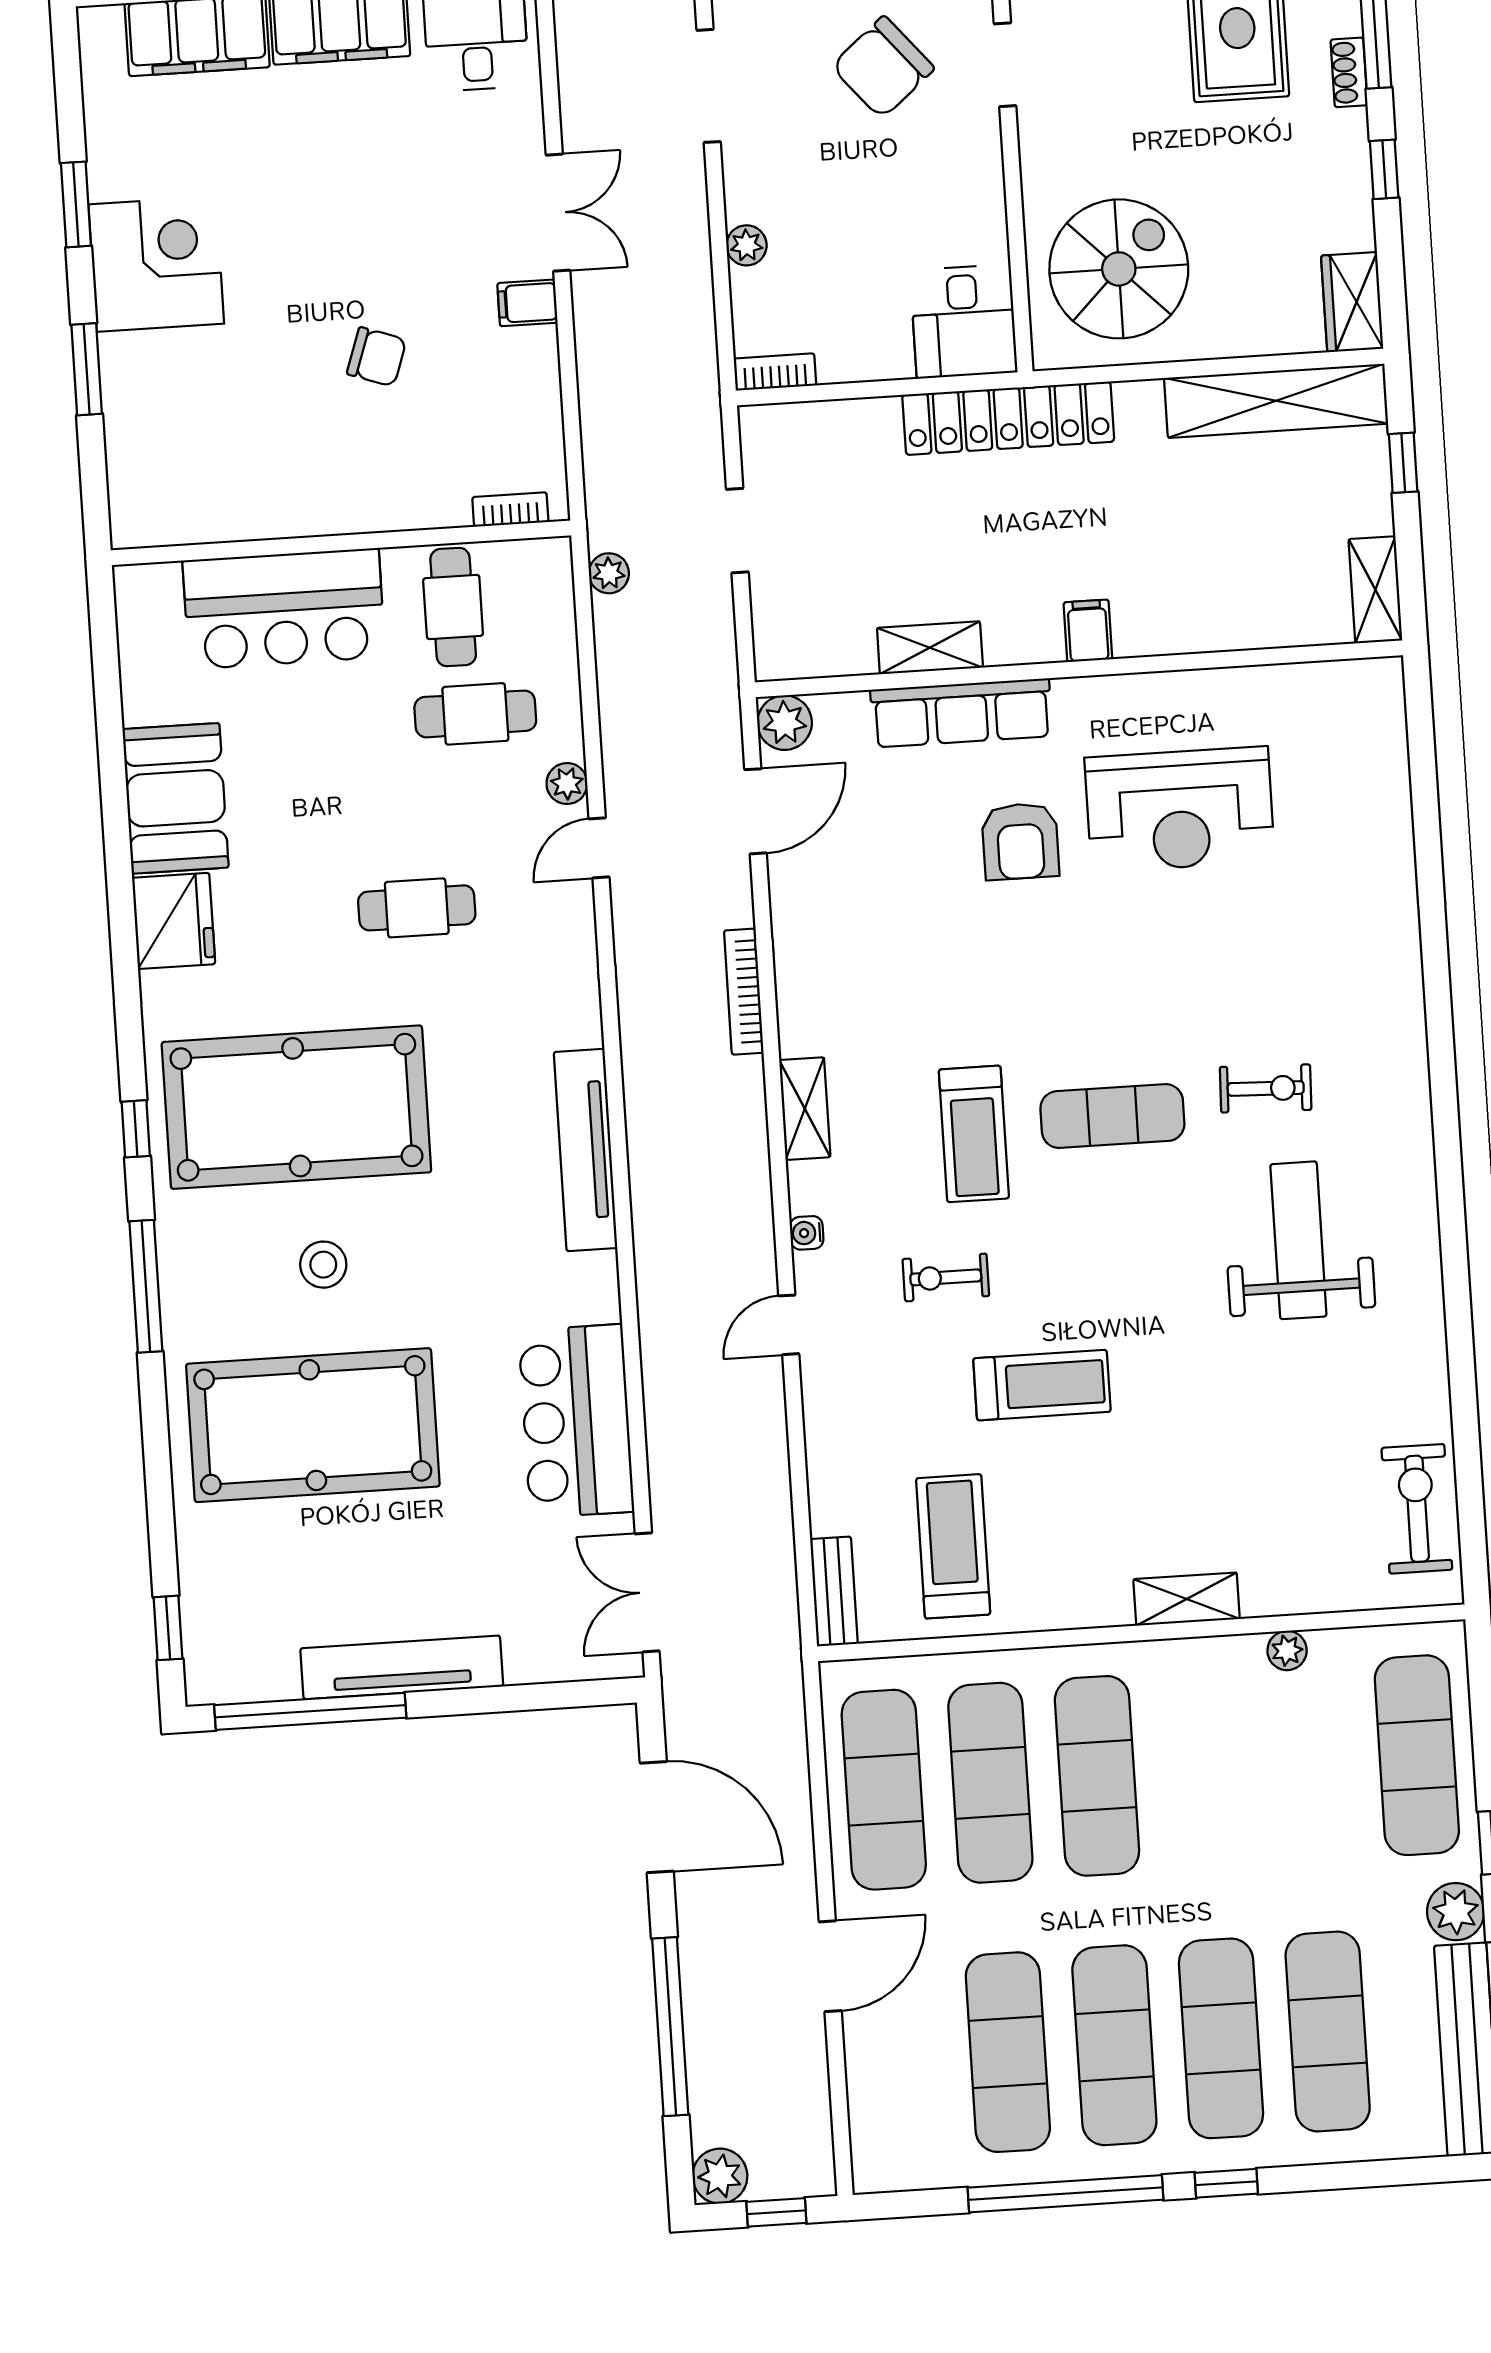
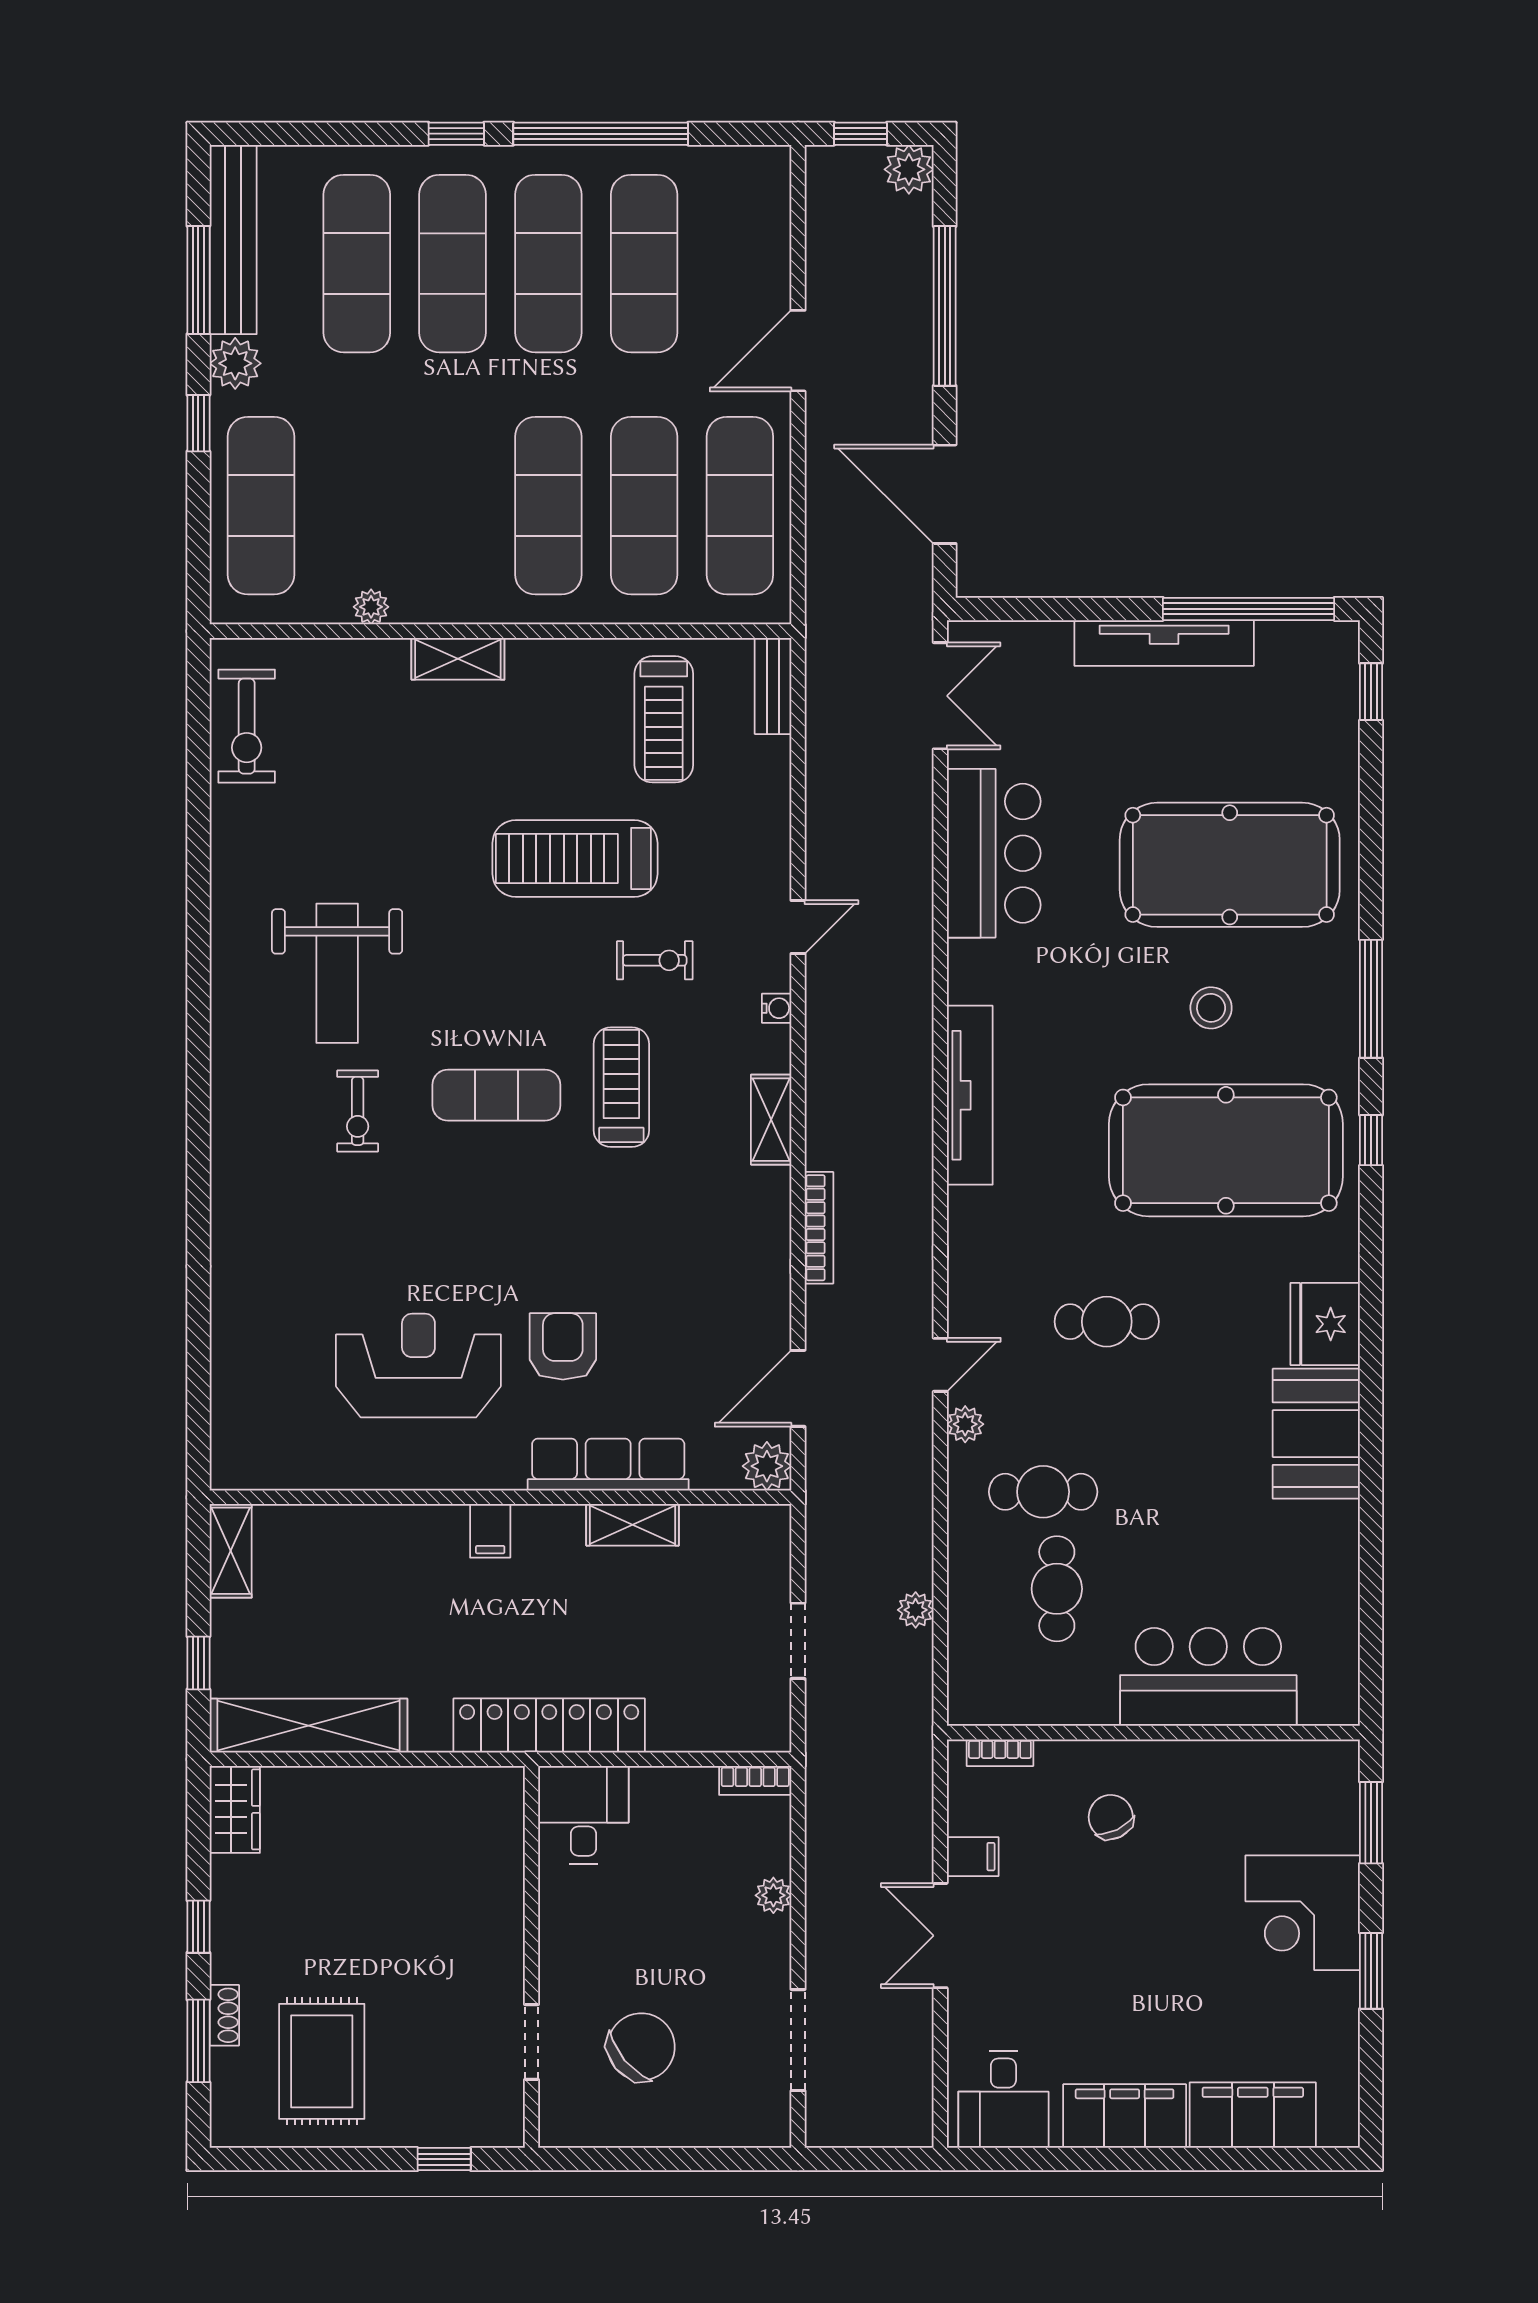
spiral stairs: (1119, 269) -> (442, 1853), removed
chair: (377, 357) -> (1111, 1817), turned 45
bookcase: (510, 509) -> (1000, 1753), moved
wall: (341, 543) -> (1153, 1733), moved
bar counter: (284, 609) -> (1208, 1677), moved
exercise bike: (1266, 1088) -> (358, 1111), turned -92
treadmill: (1042, 1385) -> (575, 859), width x1.37, depth x1.38

